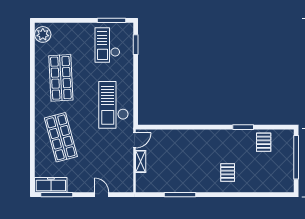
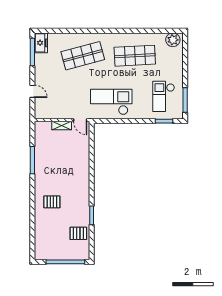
checkout: (107, 45) -> (164, 96), turned -90
freezer: (51, 185) -> (41, 43), width x0.71
door: (102, 195) -> (32, 91), hinge flipped

